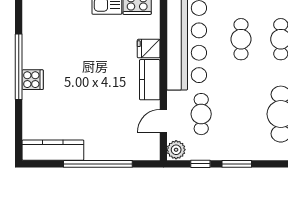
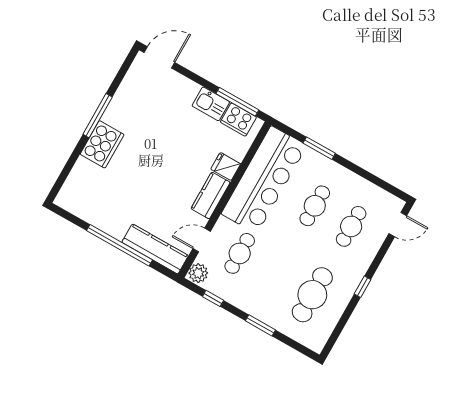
window: (19, 67) -> (98, 116), width x0.68
cooker: (33, 80) -> (102, 144), width x1.87, depth x1.31
kitchen counter: (53, 150) -> (155, 249), moved
window: (237, 164) -> (260, 325), moved

